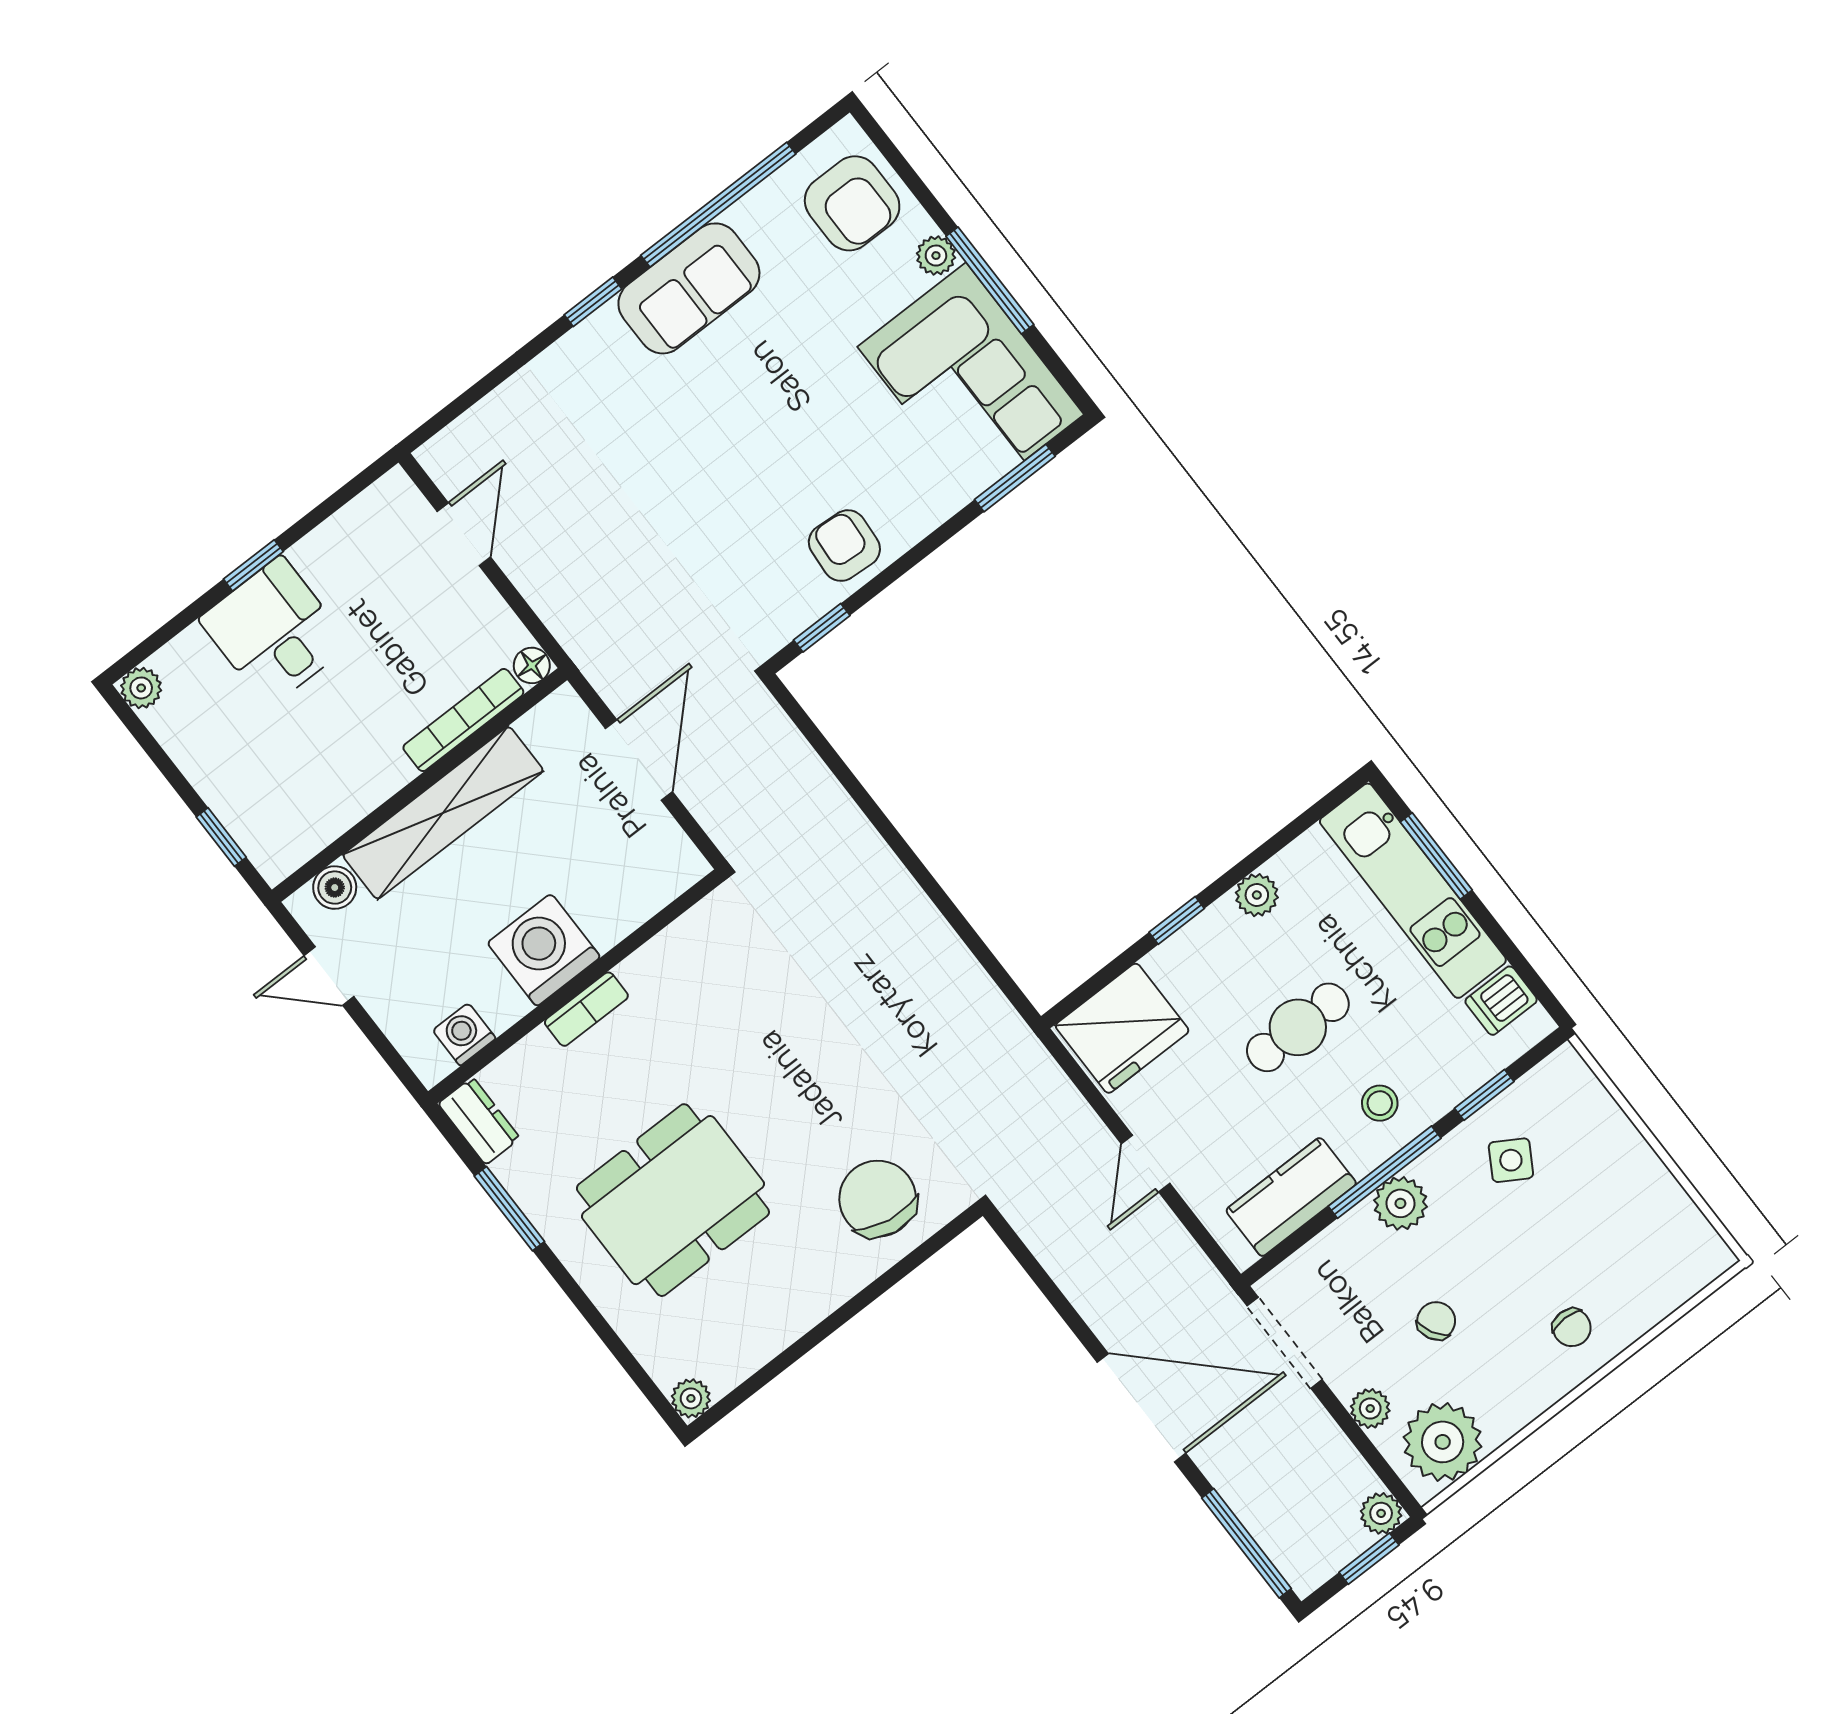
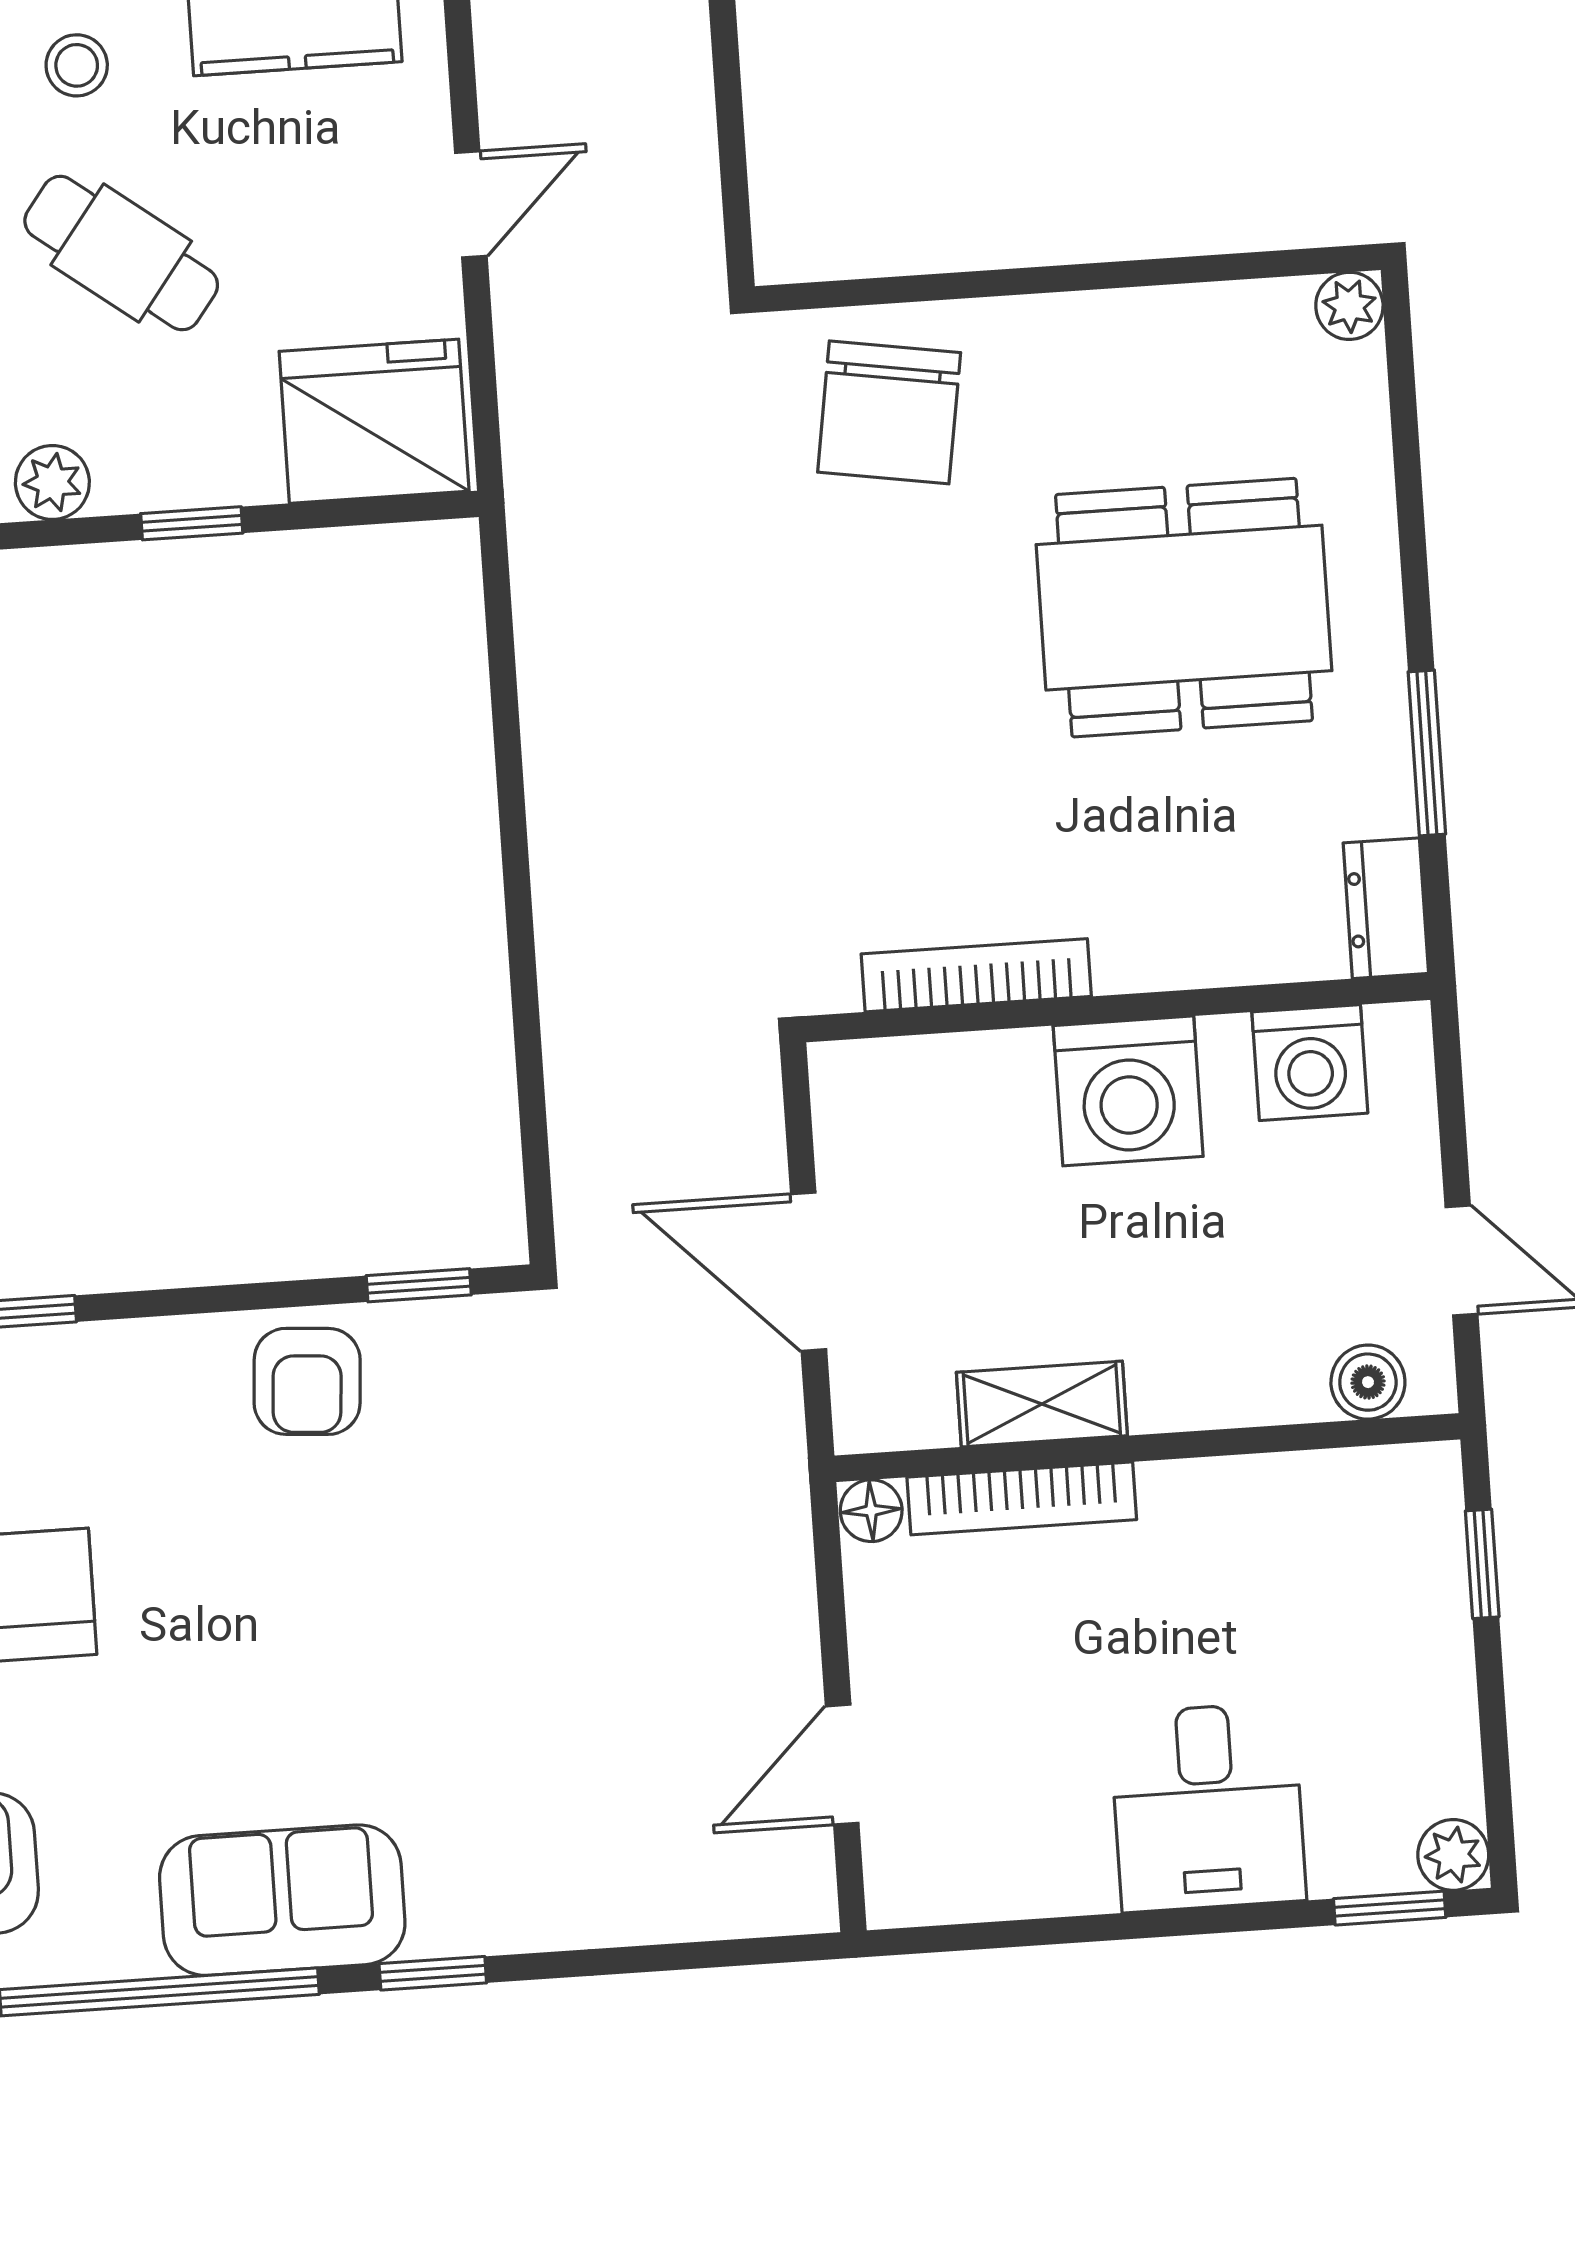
window: (253, 565) -> (1390, 1908), moved
door: (639, 760) -> (809, 1272), hinge flipped
shelving: (443, 813) -> (1042, 1404), width x0.45, depth x0.75
bookcase: (586, 1009) -> (976, 975), moved, width x1.56
cafe table: (1298, 1027) -> (121, 253), turned 37
washing machine: (464, 1034) -> (1310, 1063), width x1.38, depth x1.38

